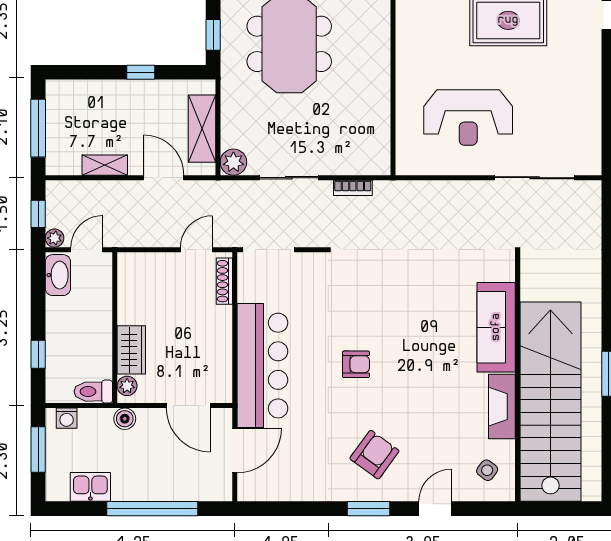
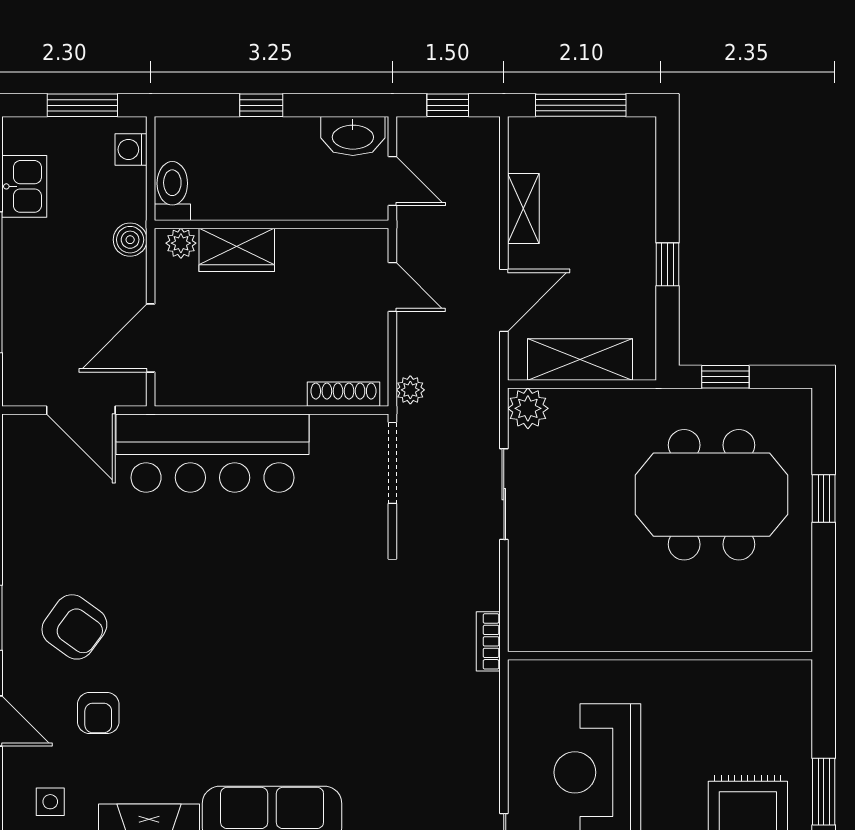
bookcase: (353, 188) -> (488, 641), moved
plant: (55, 238) -> (410, 390), moved
door: (196, 250) -> (392, 287), moved
window: (38, 354) -> (261, 105), moved
armchair: (356, 364) -> (98, 713), moved
side table: (487, 470) -> (50, 802), turned -37

